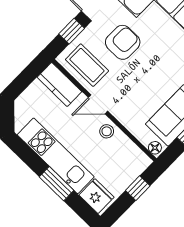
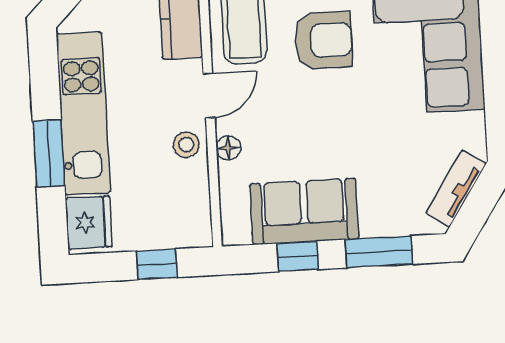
door: (98, 104) -> (209, 96), swing flipped
floor lamp: (155, 148) -> (228, 148), moved

